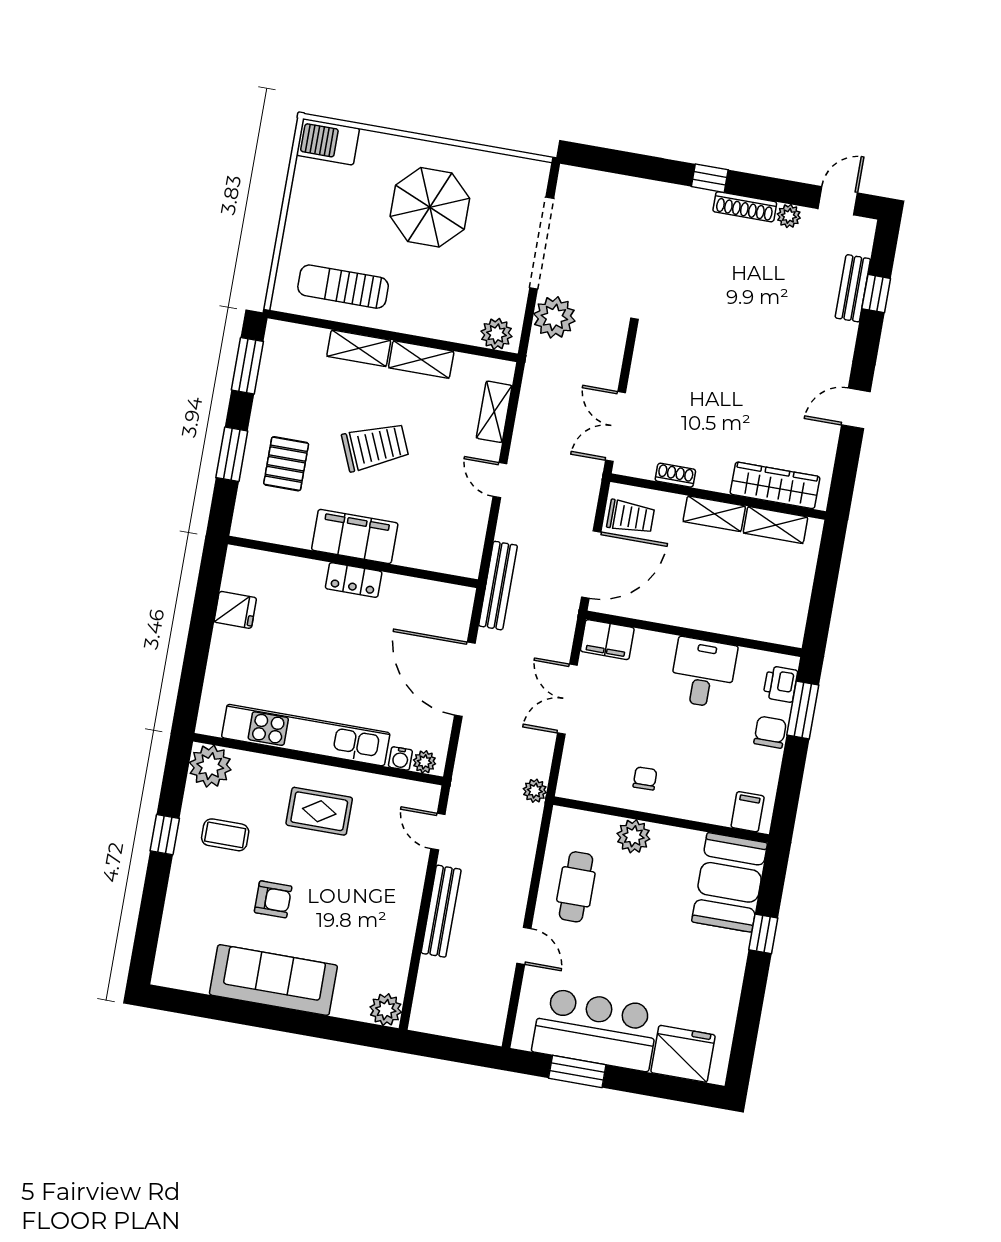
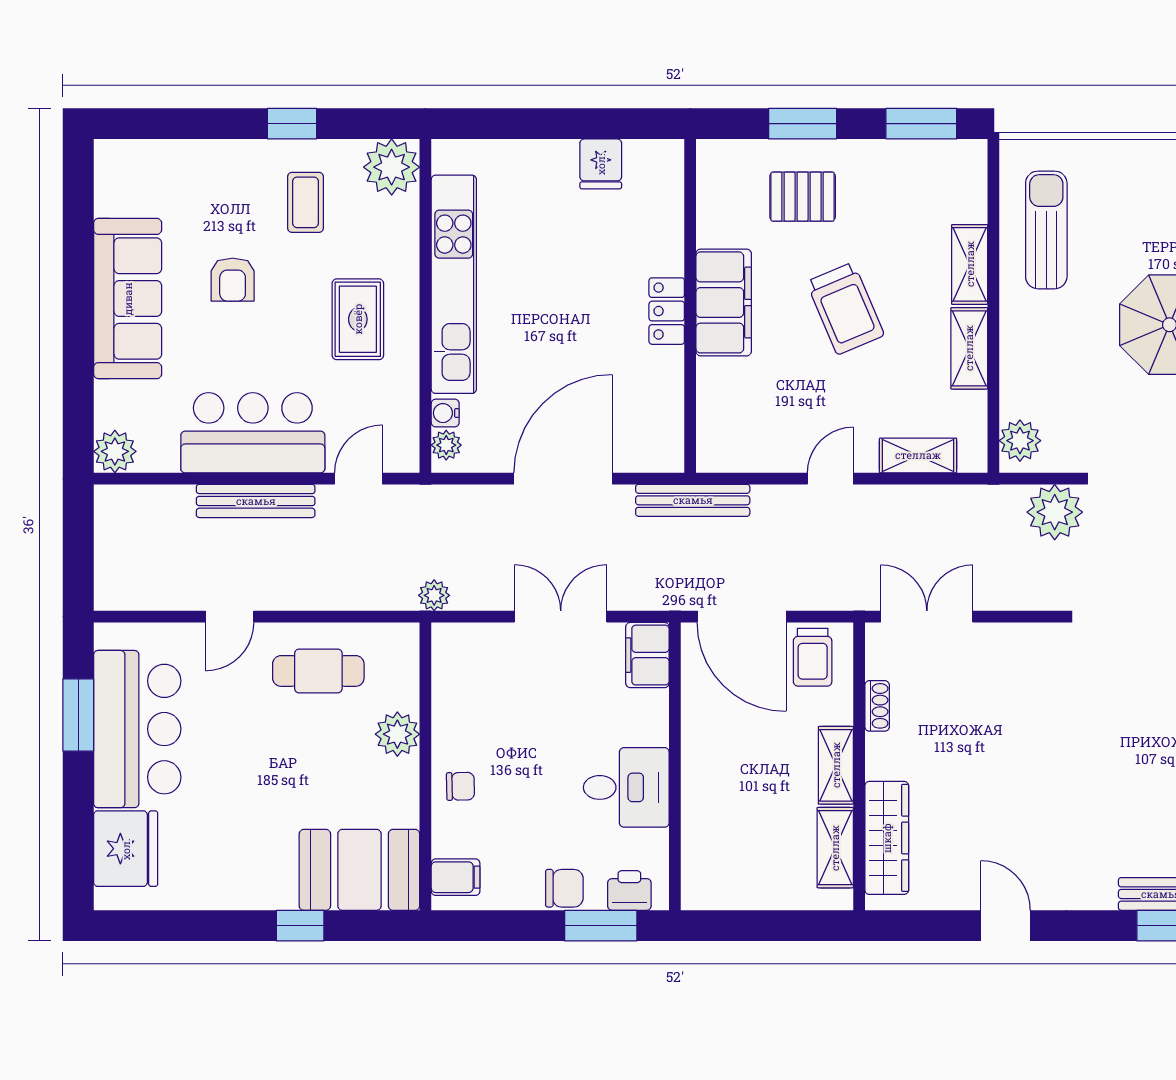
chair: (645, 778) -> (460, 786), moved
bar counter: (390, 904) -> (253, 433), added

